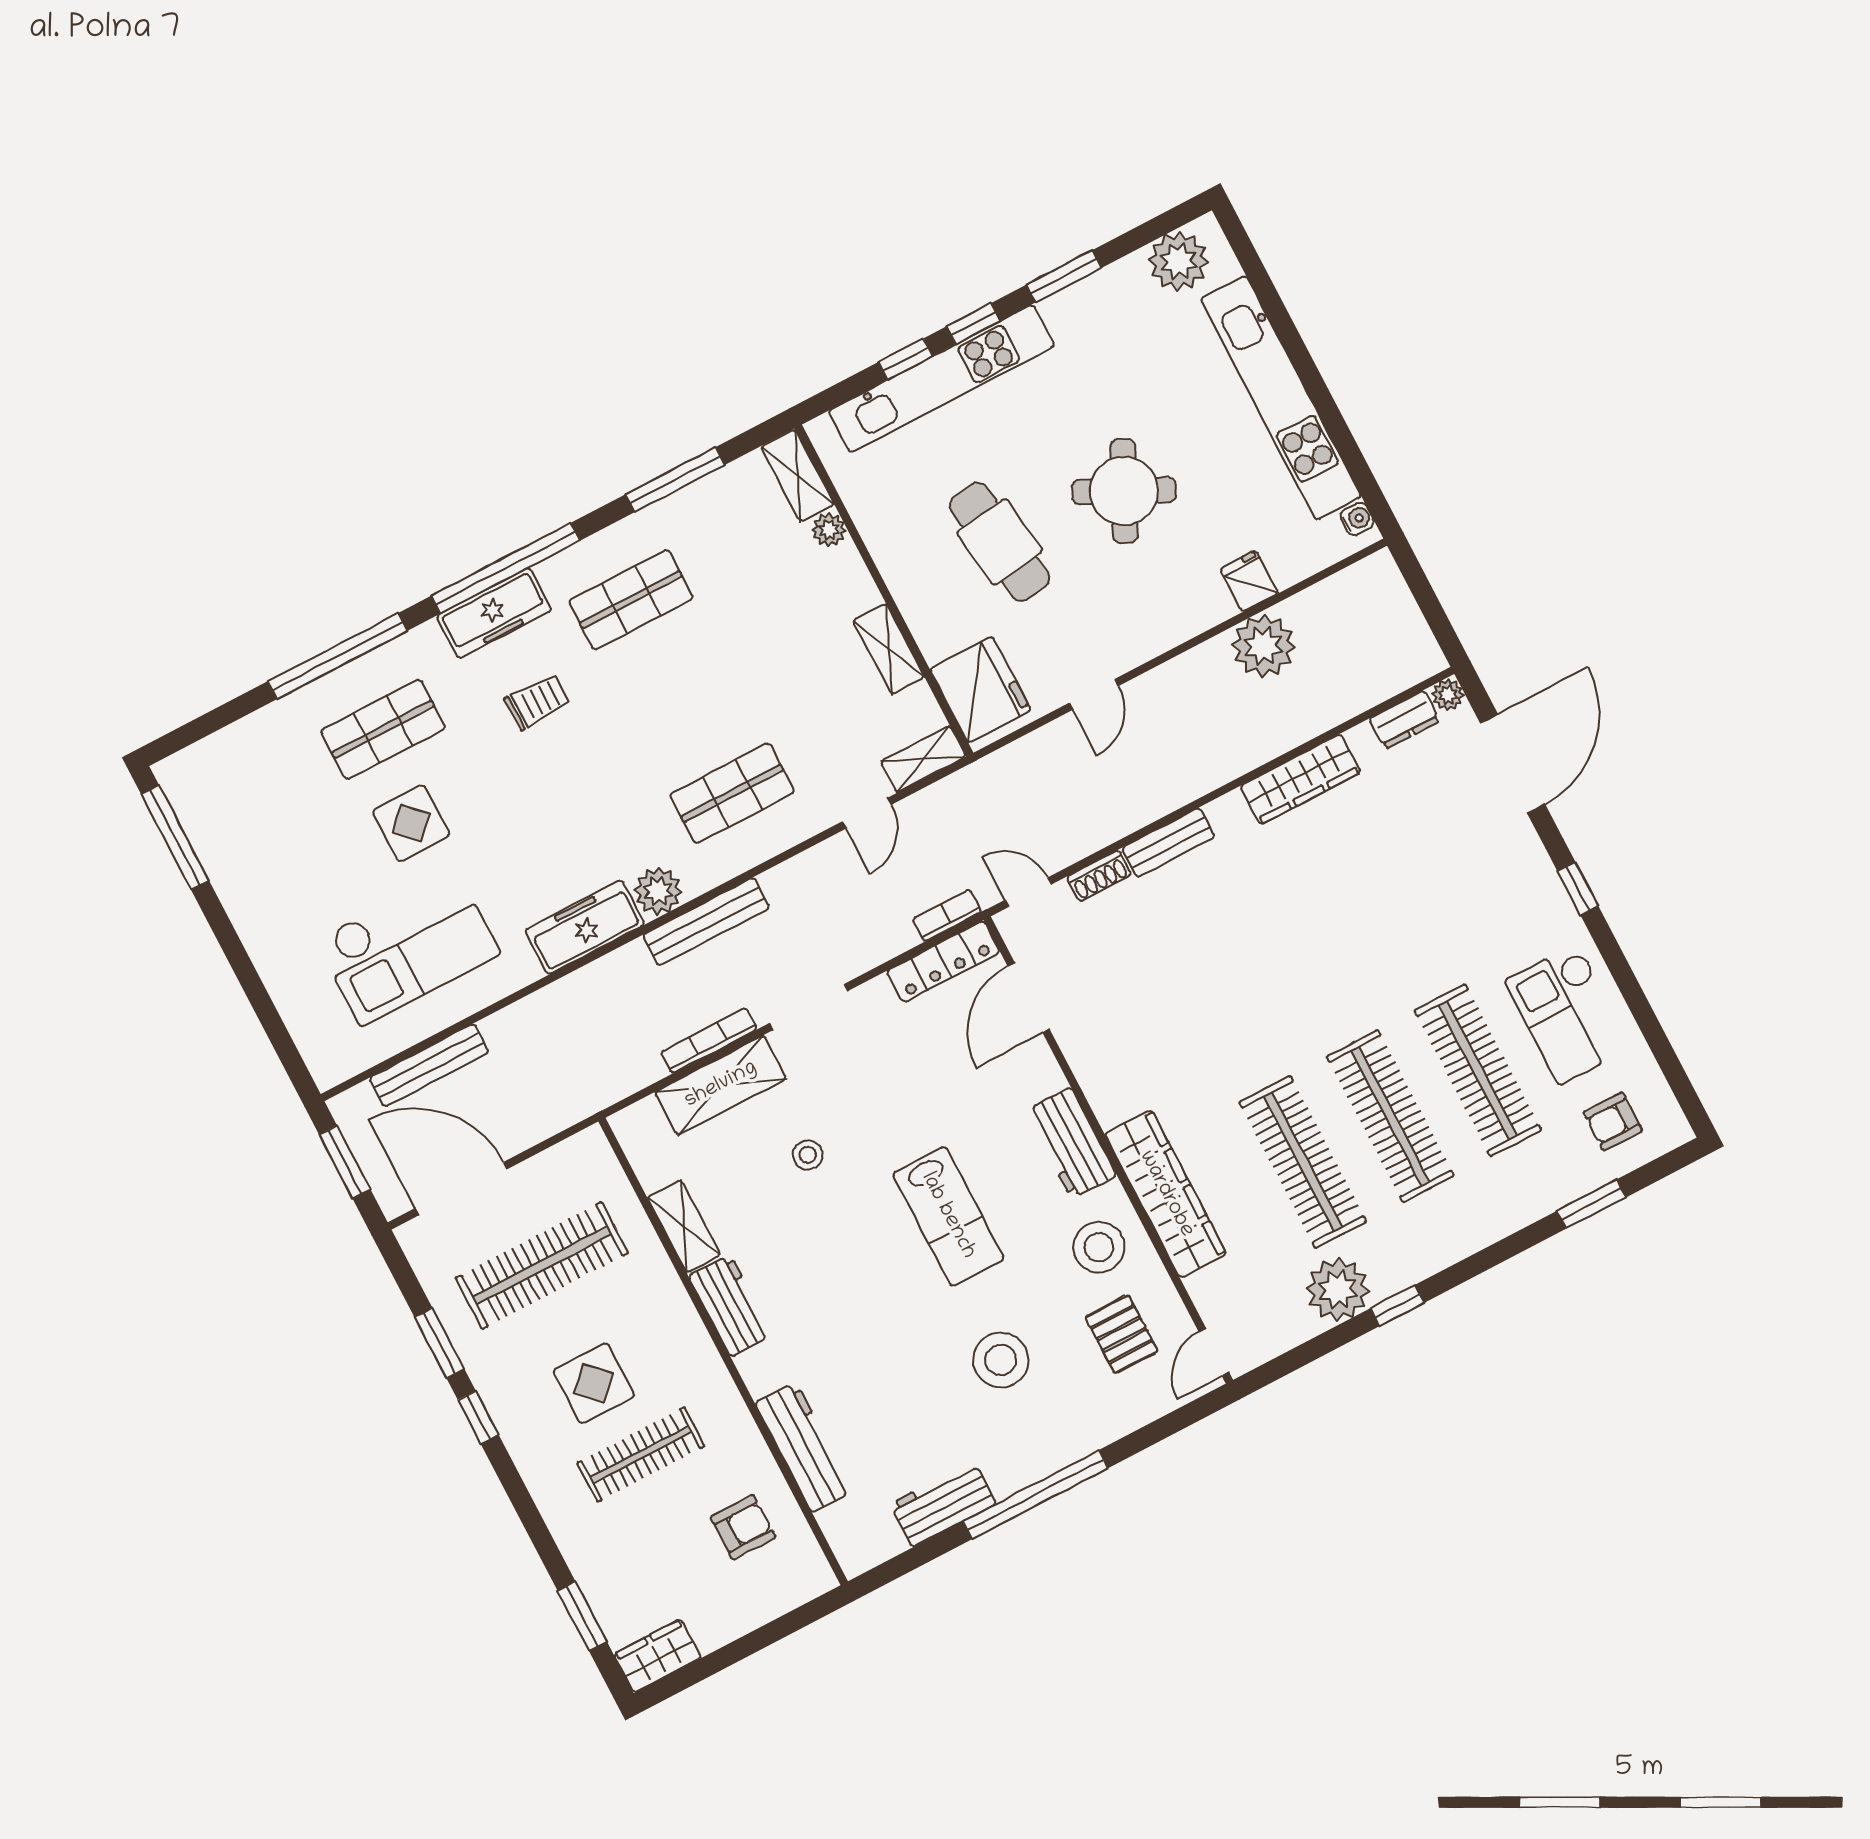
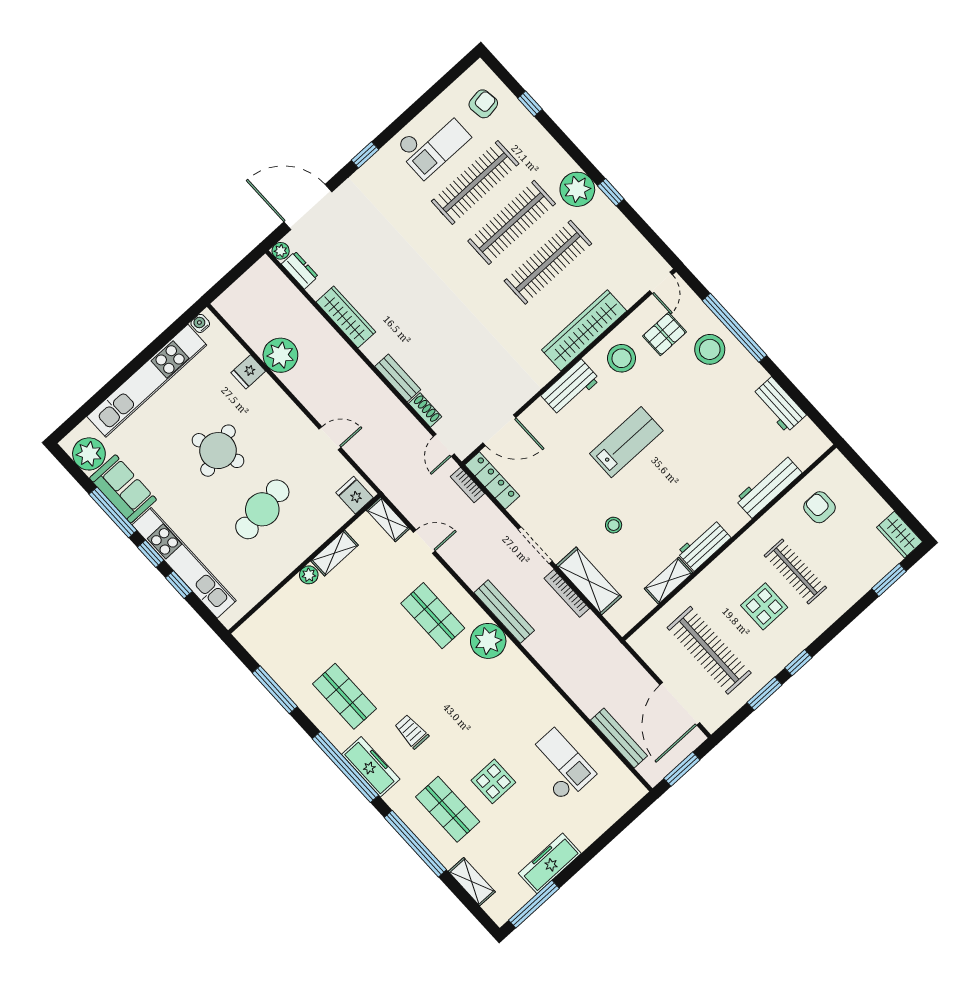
window: (1064, 276) -> (113, 512), width x1.44
sofa: (1101, 305) -> (123, 489), added
shelving: (798, 476) -> (472, 882), moved, turned 90
round table: (1124, 491) -> (218, 451), turned 45
plant: (829, 530) -> (309, 575), moved
fridge: (980, 690) -> (354, 495), width x0.53, depth x0.75
plant: (658, 891) -> (488, 641), width x1.36, depth x1.36
freezer: (585, 927) -> (550, 863), moved, turned 90
checkout: (408, 947) -> (559, 766), width x0.73, depth x0.83
armchair: (1613, 1121) -> (483, 104), turned -98
window: (1591, 1204) -> (530, 104), width x0.67
plant: (1338, 1290) -> (577, 189), moved
door: (1214, 1352) -> (661, 283), hinge flipped
stool: (1001, 1360) -> (710, 349), moved
window: (1035, 1495) -> (735, 328), moved

